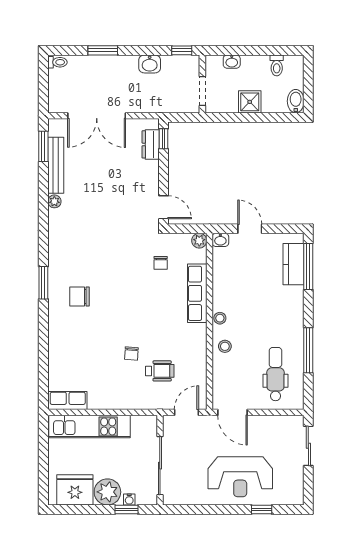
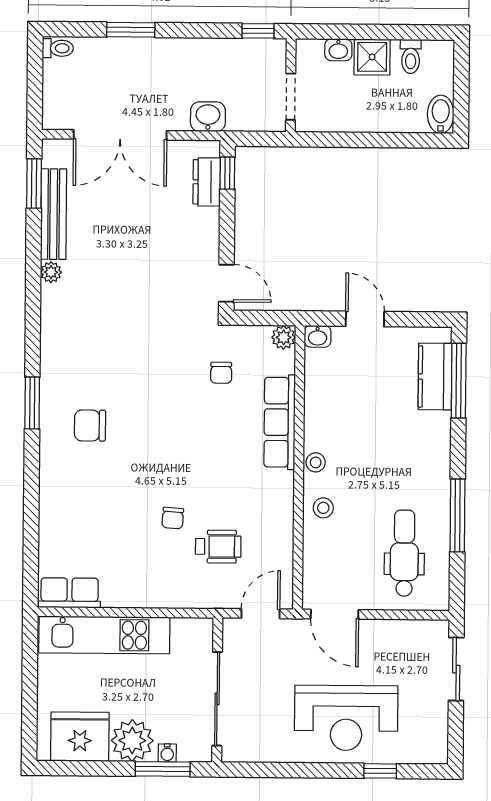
washbasin: (150, 64) -> (208, 117), moved, turned 180
shower: (250, 102) -> (372, 57), moved
window: (127, 510) -> (163, 769), width x1.50

